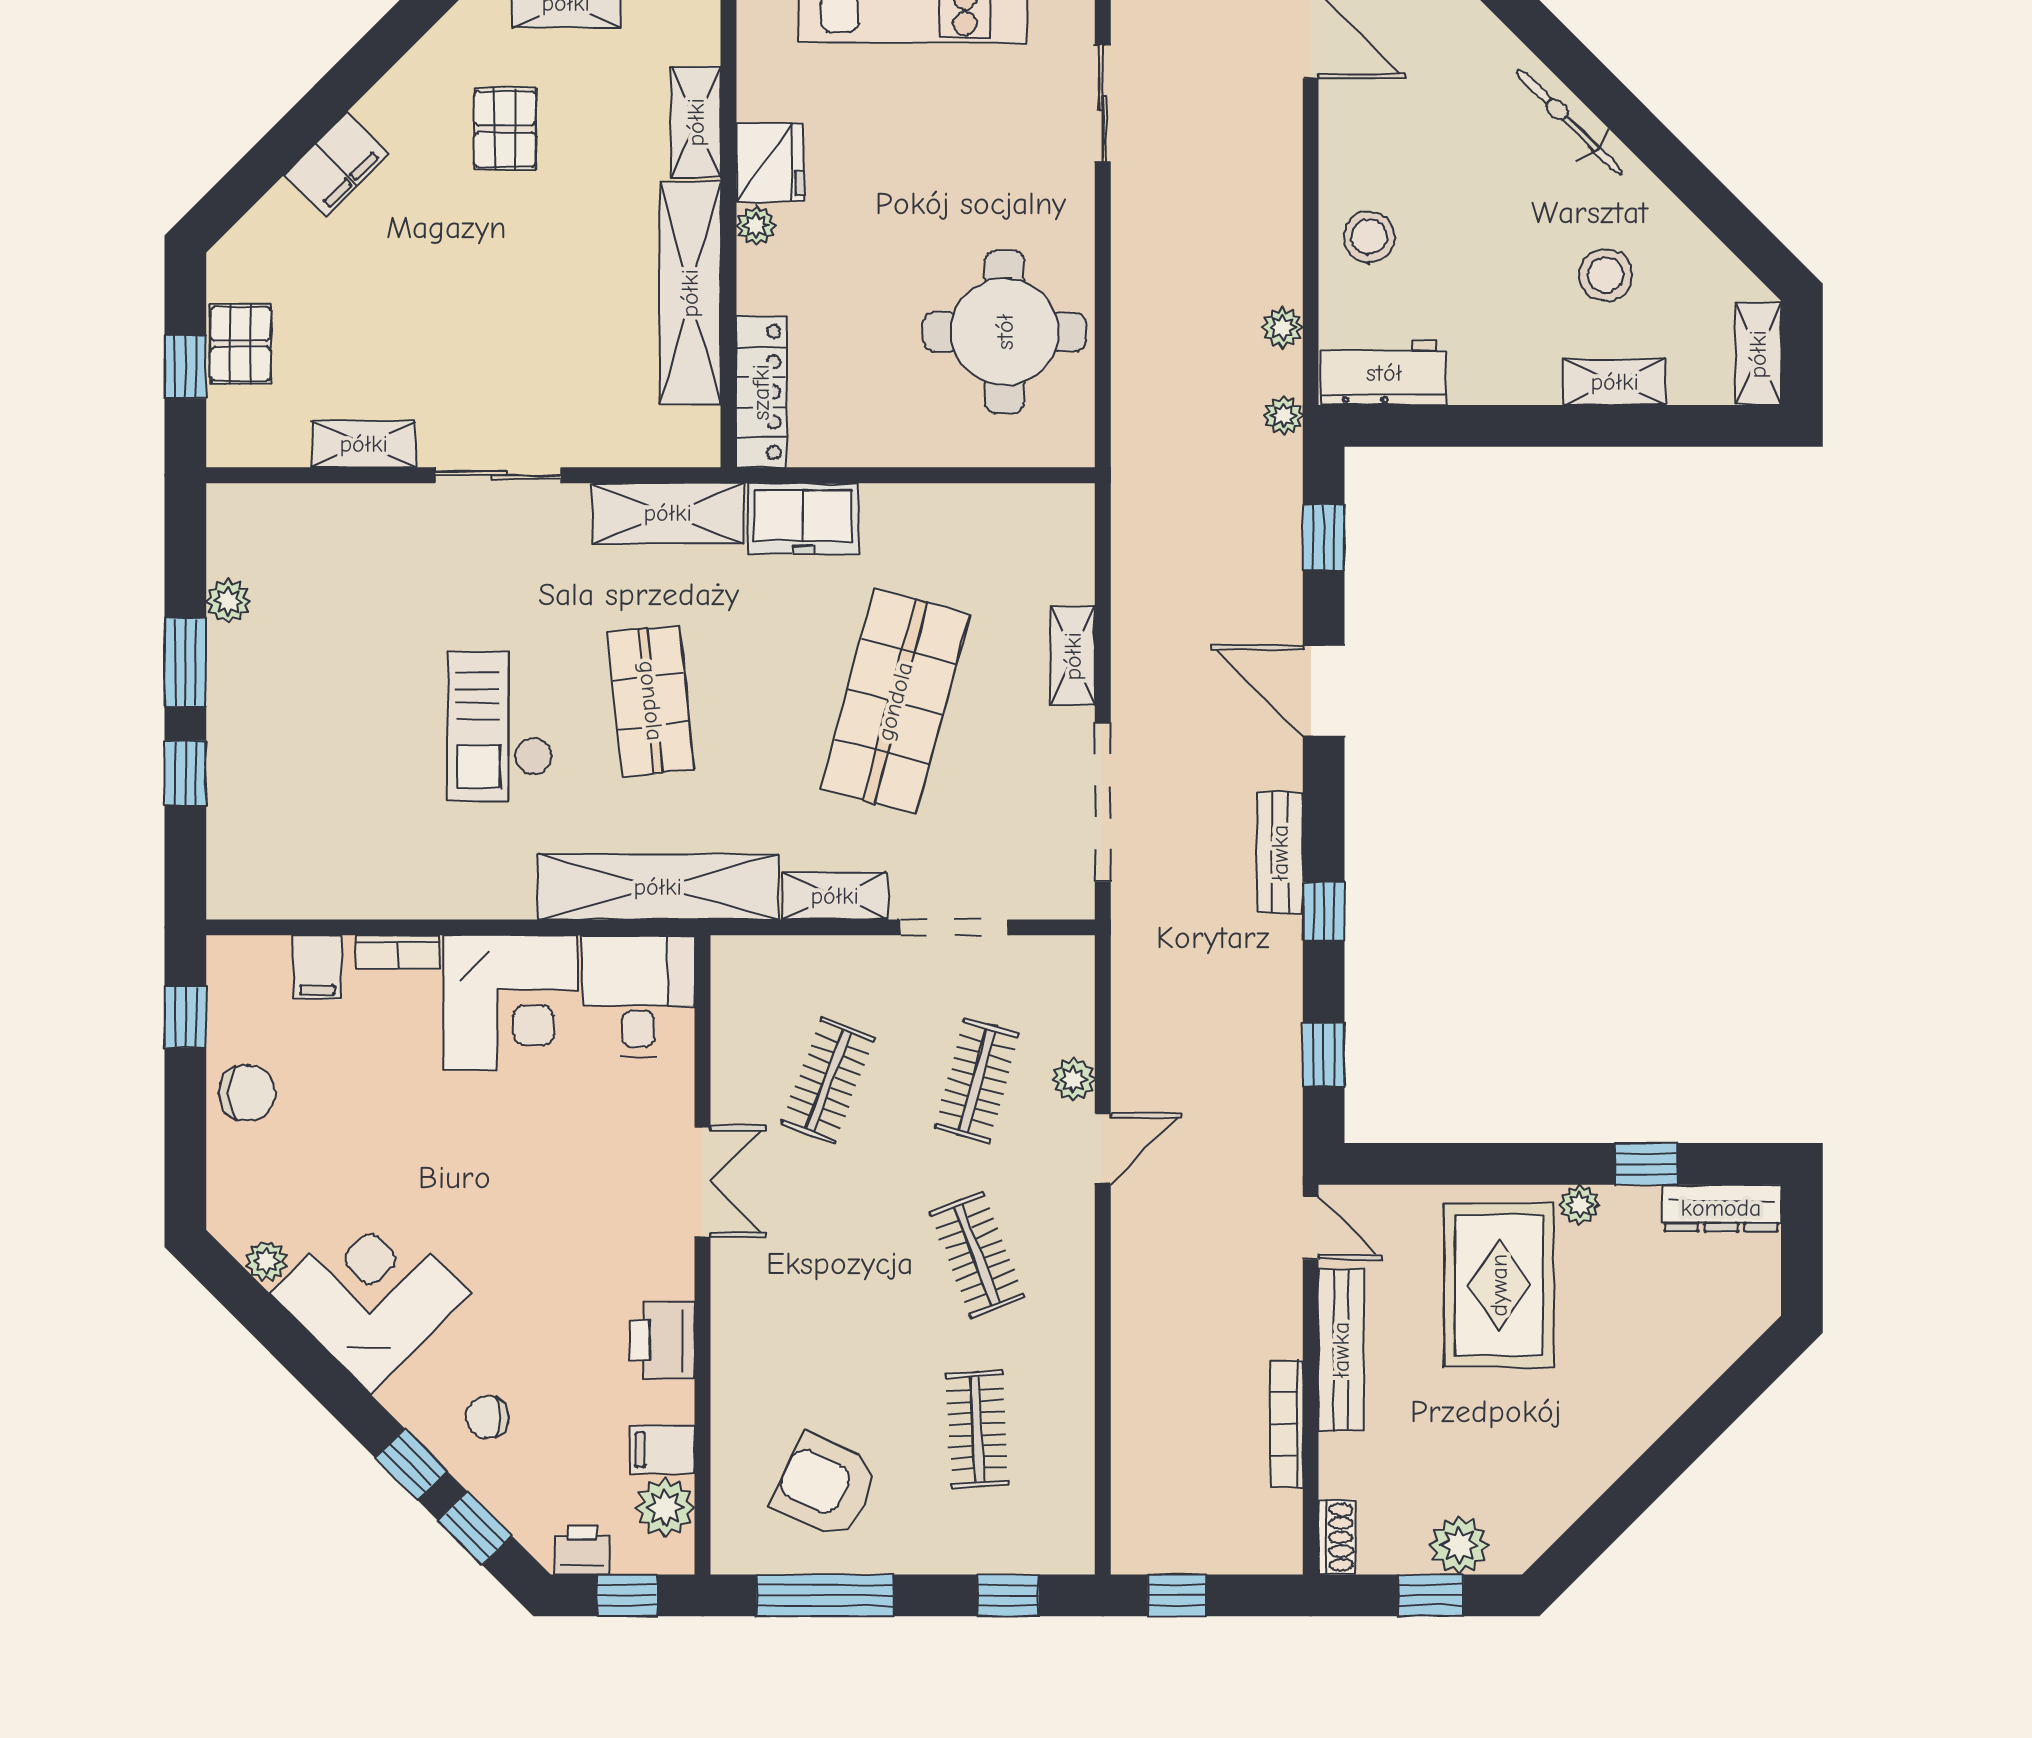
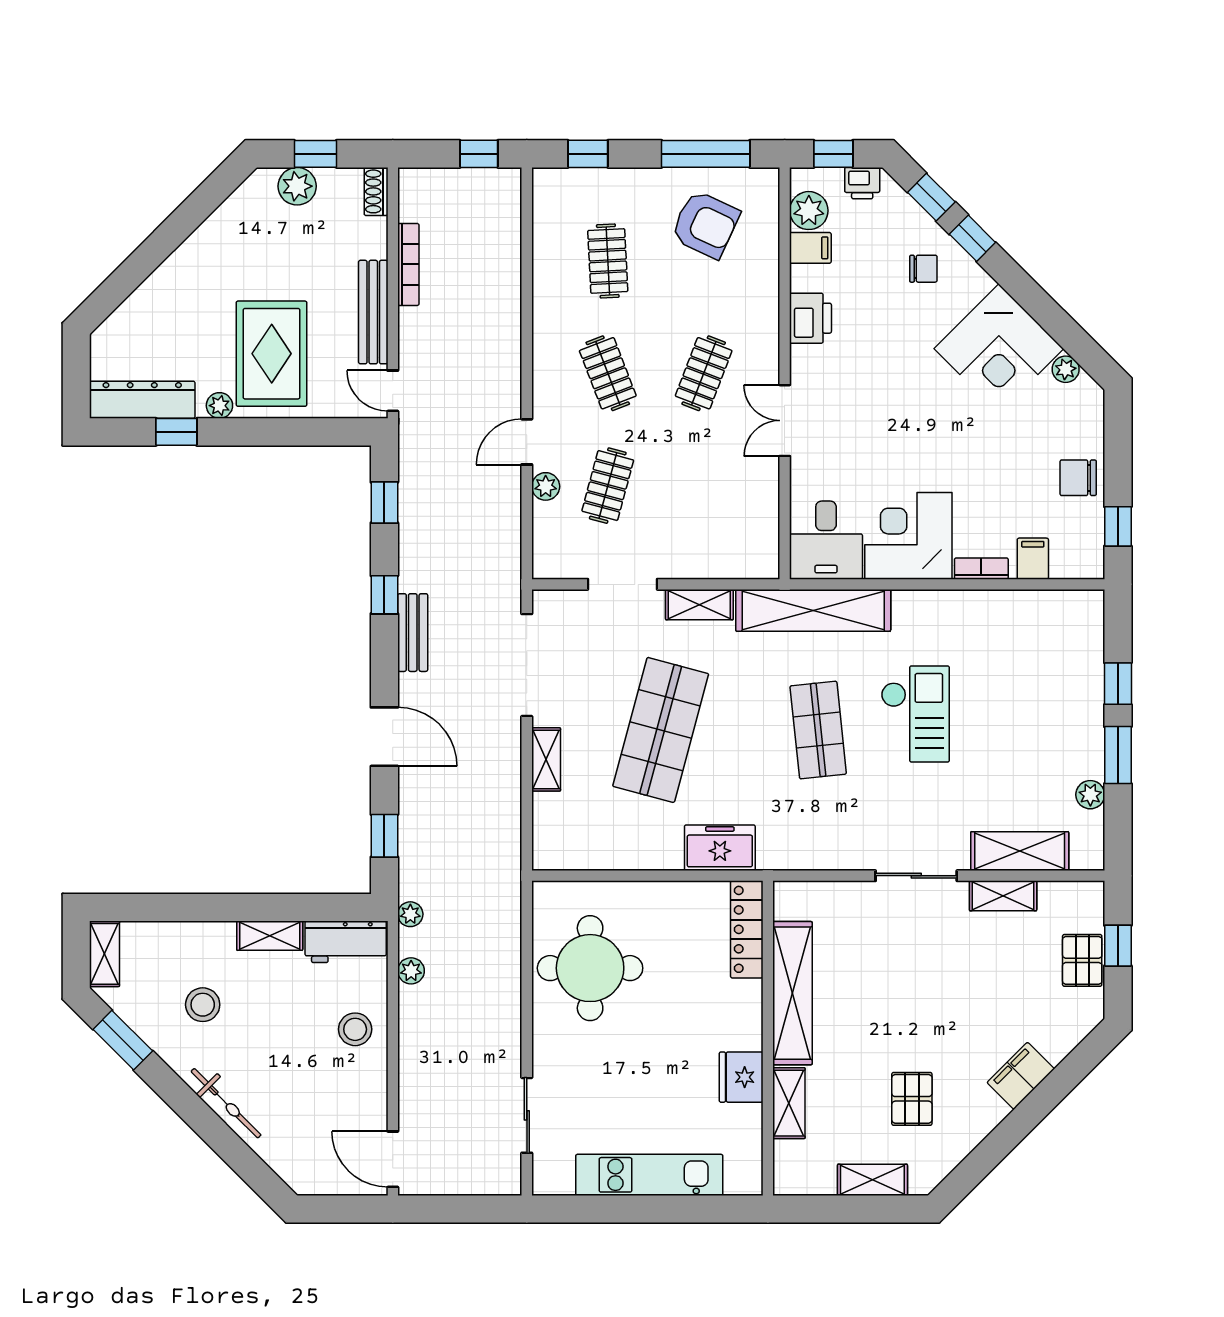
window: (1730, 220) -> (123, 1040), added
plant: (756, 226) -> (750, 1037), removed
shelving: (1615, 382) -> (270, 936), moved
shelving: (668, 513) -> (1020, 851), moved
clothes rail: (828, 1081) -> (704, 373), moved
dresser: (1721, 1208) -> (142, 400), width x1.37, depth x1.24

